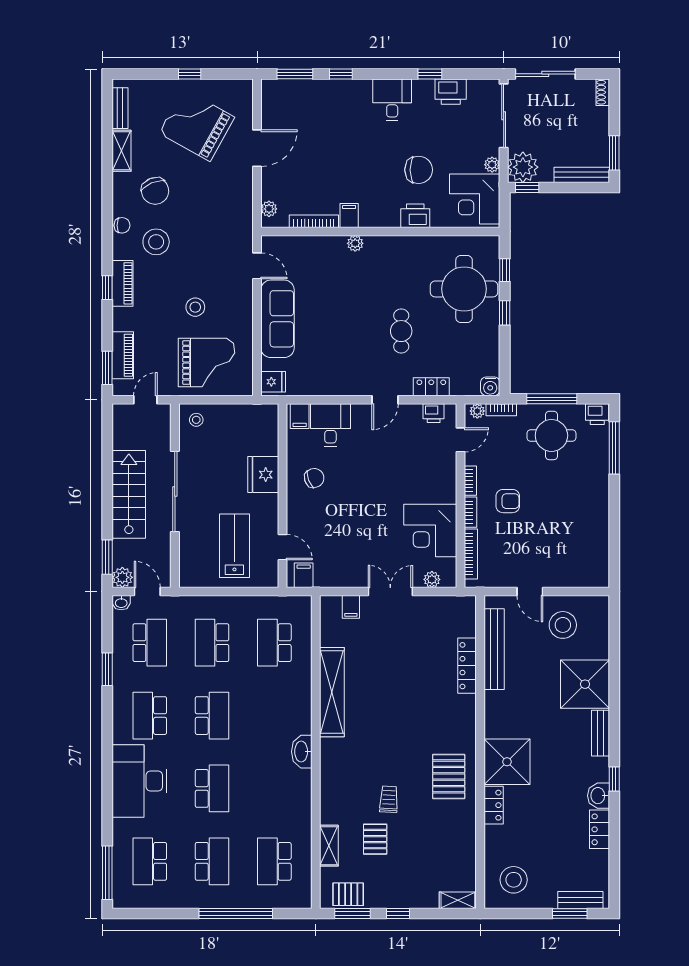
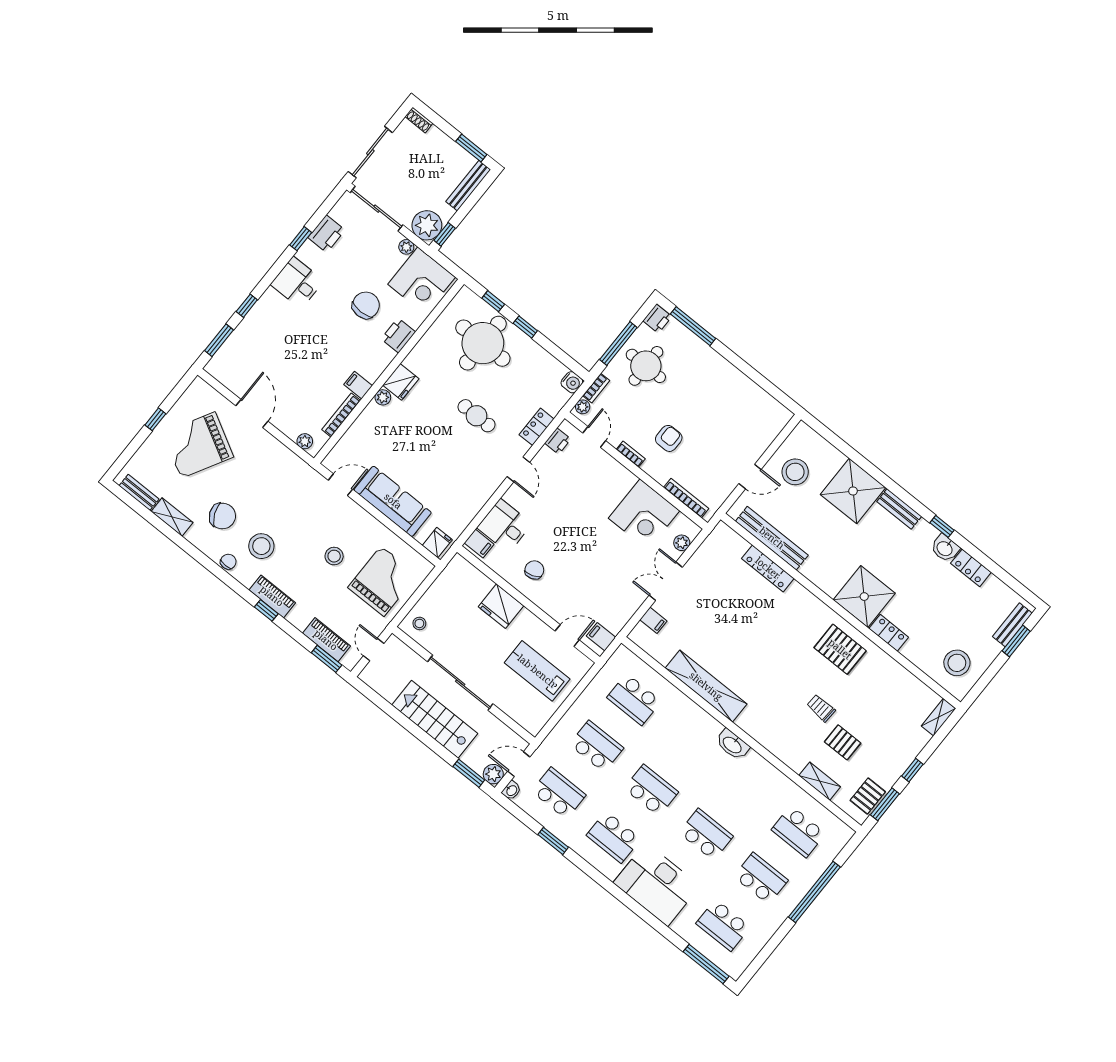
fridge: (379, 248) -> (401, 382), added
bookcase: (471, 512) -> (655, 473), removed
school desk: (212, 643) -> (596, 746), turned 180

